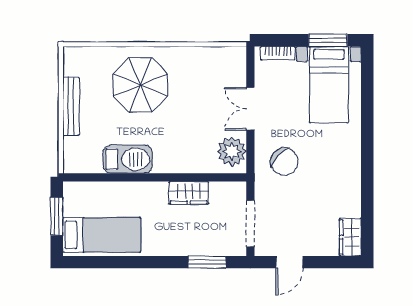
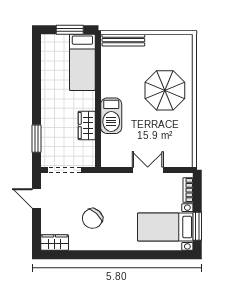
bench: (71, 106) -> (123, 40), moved
plant: (232, 151) -> (117, 157), removed
barbecue: (128, 159) -> (111, 116), moved
chair: (284, 162) -> (92, 218), moved
bed: (102, 235) -> (82, 62), moved

